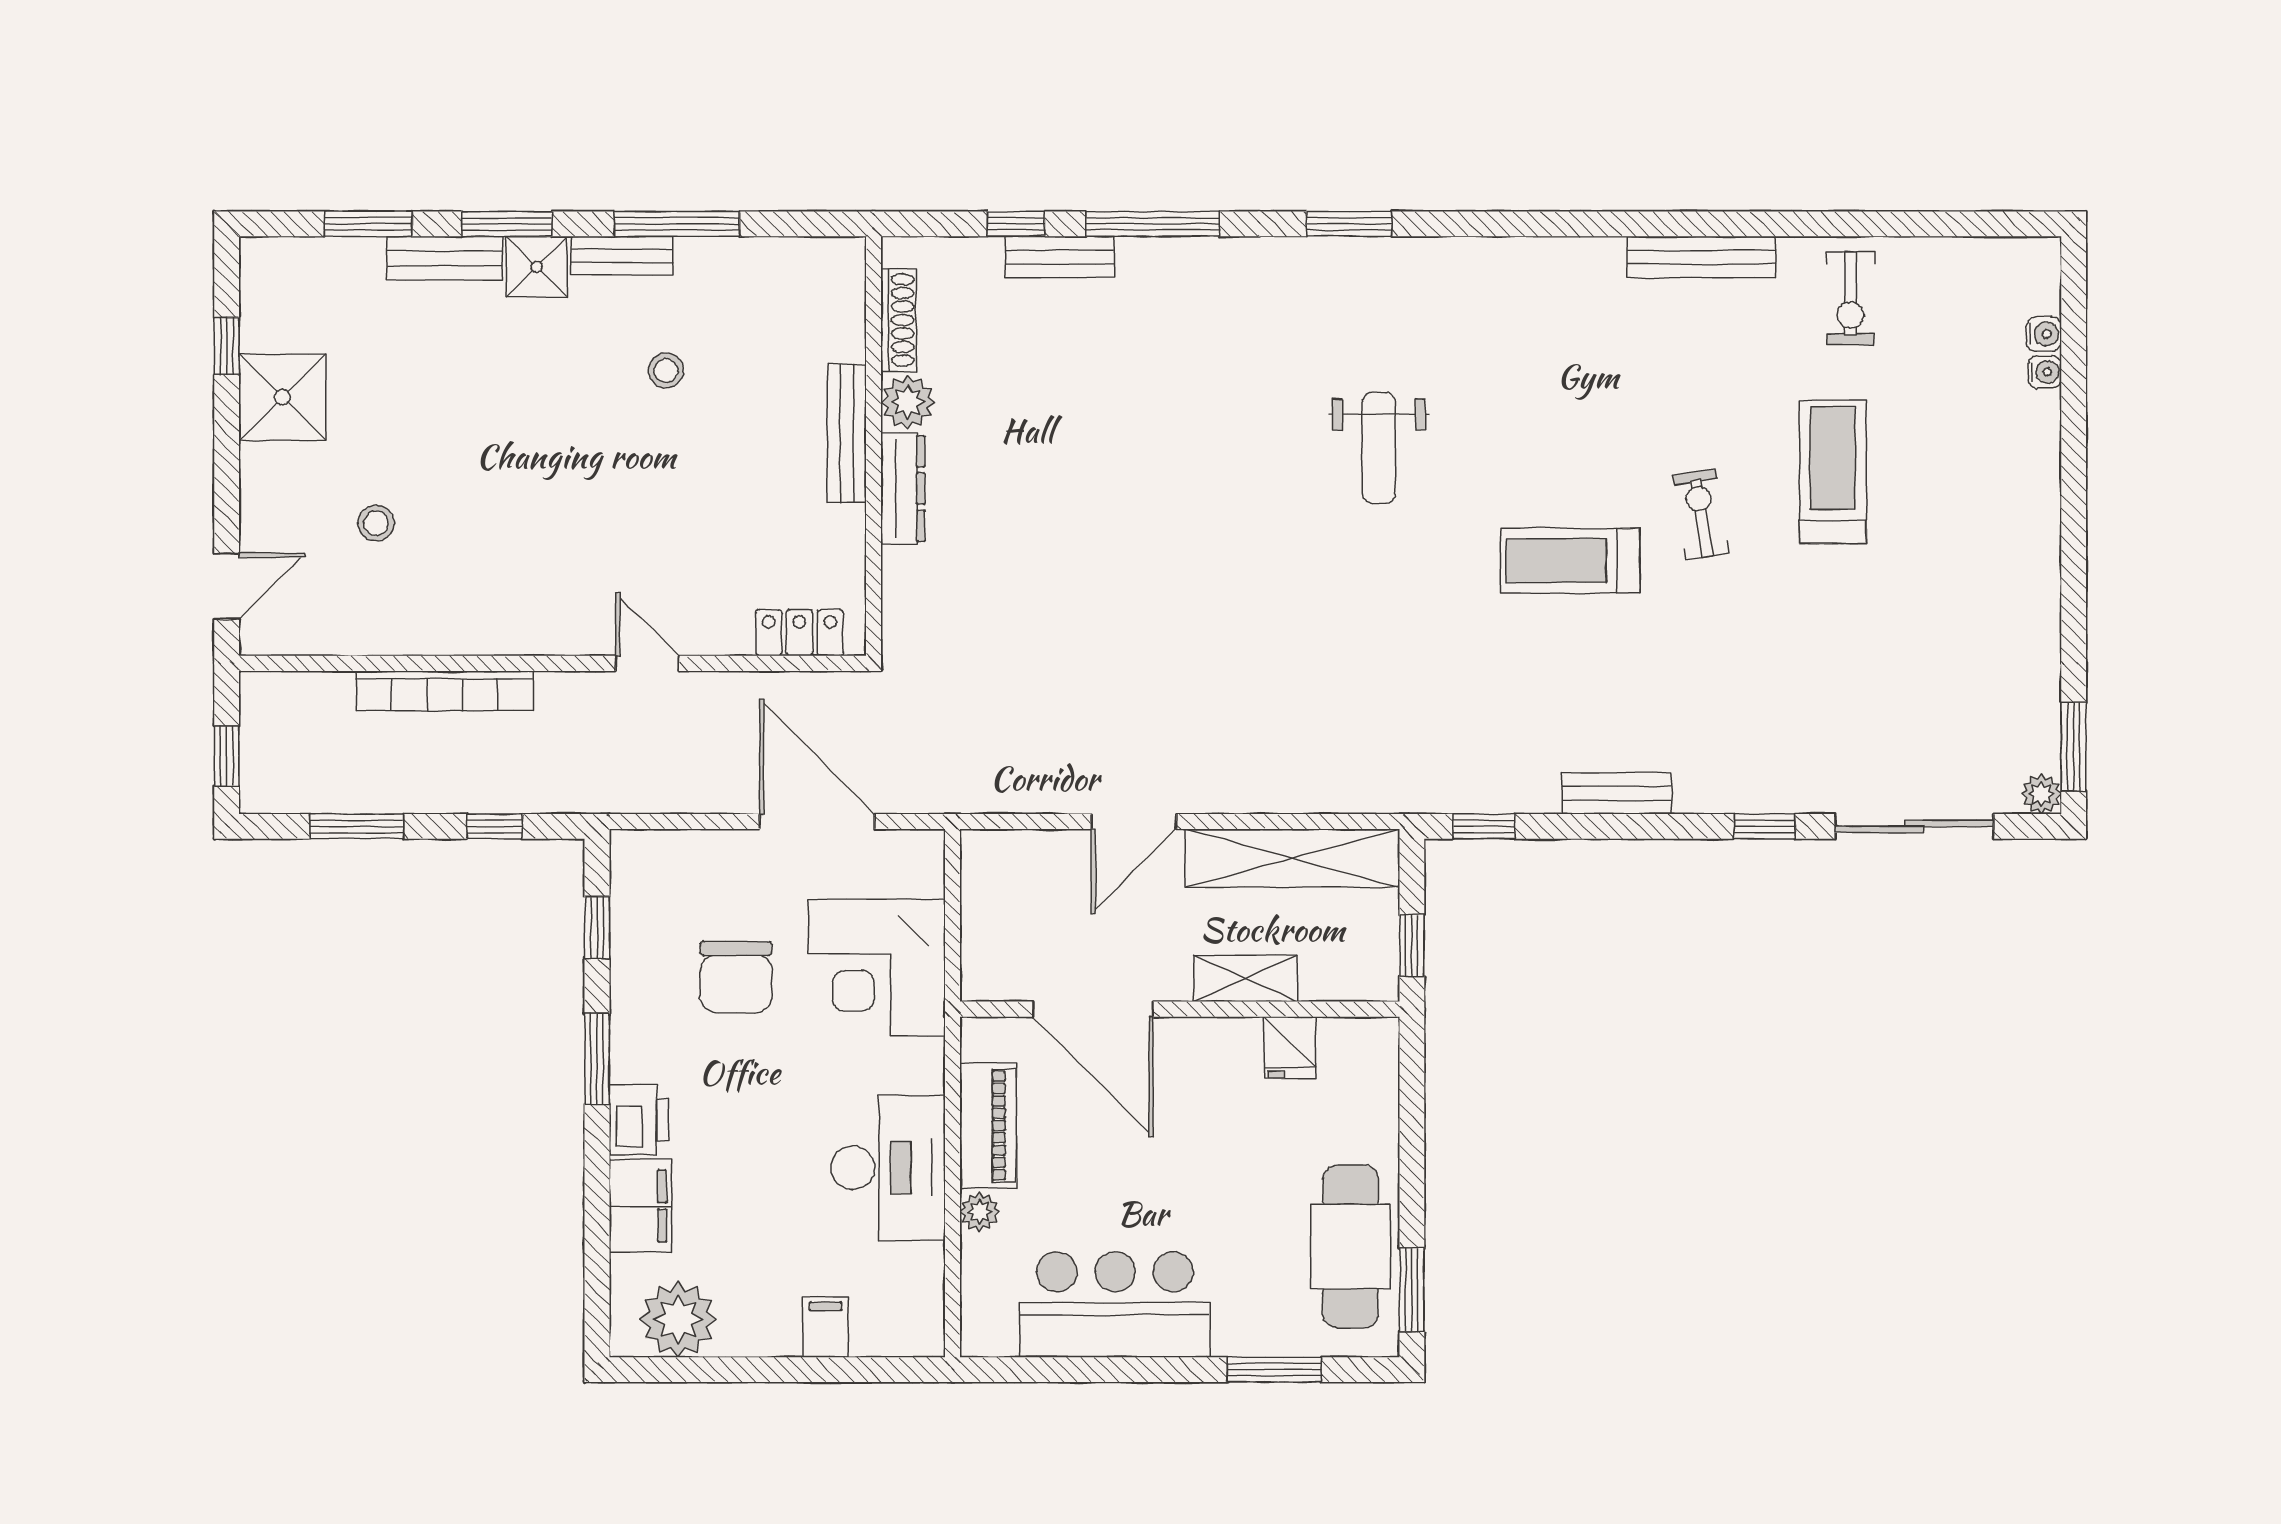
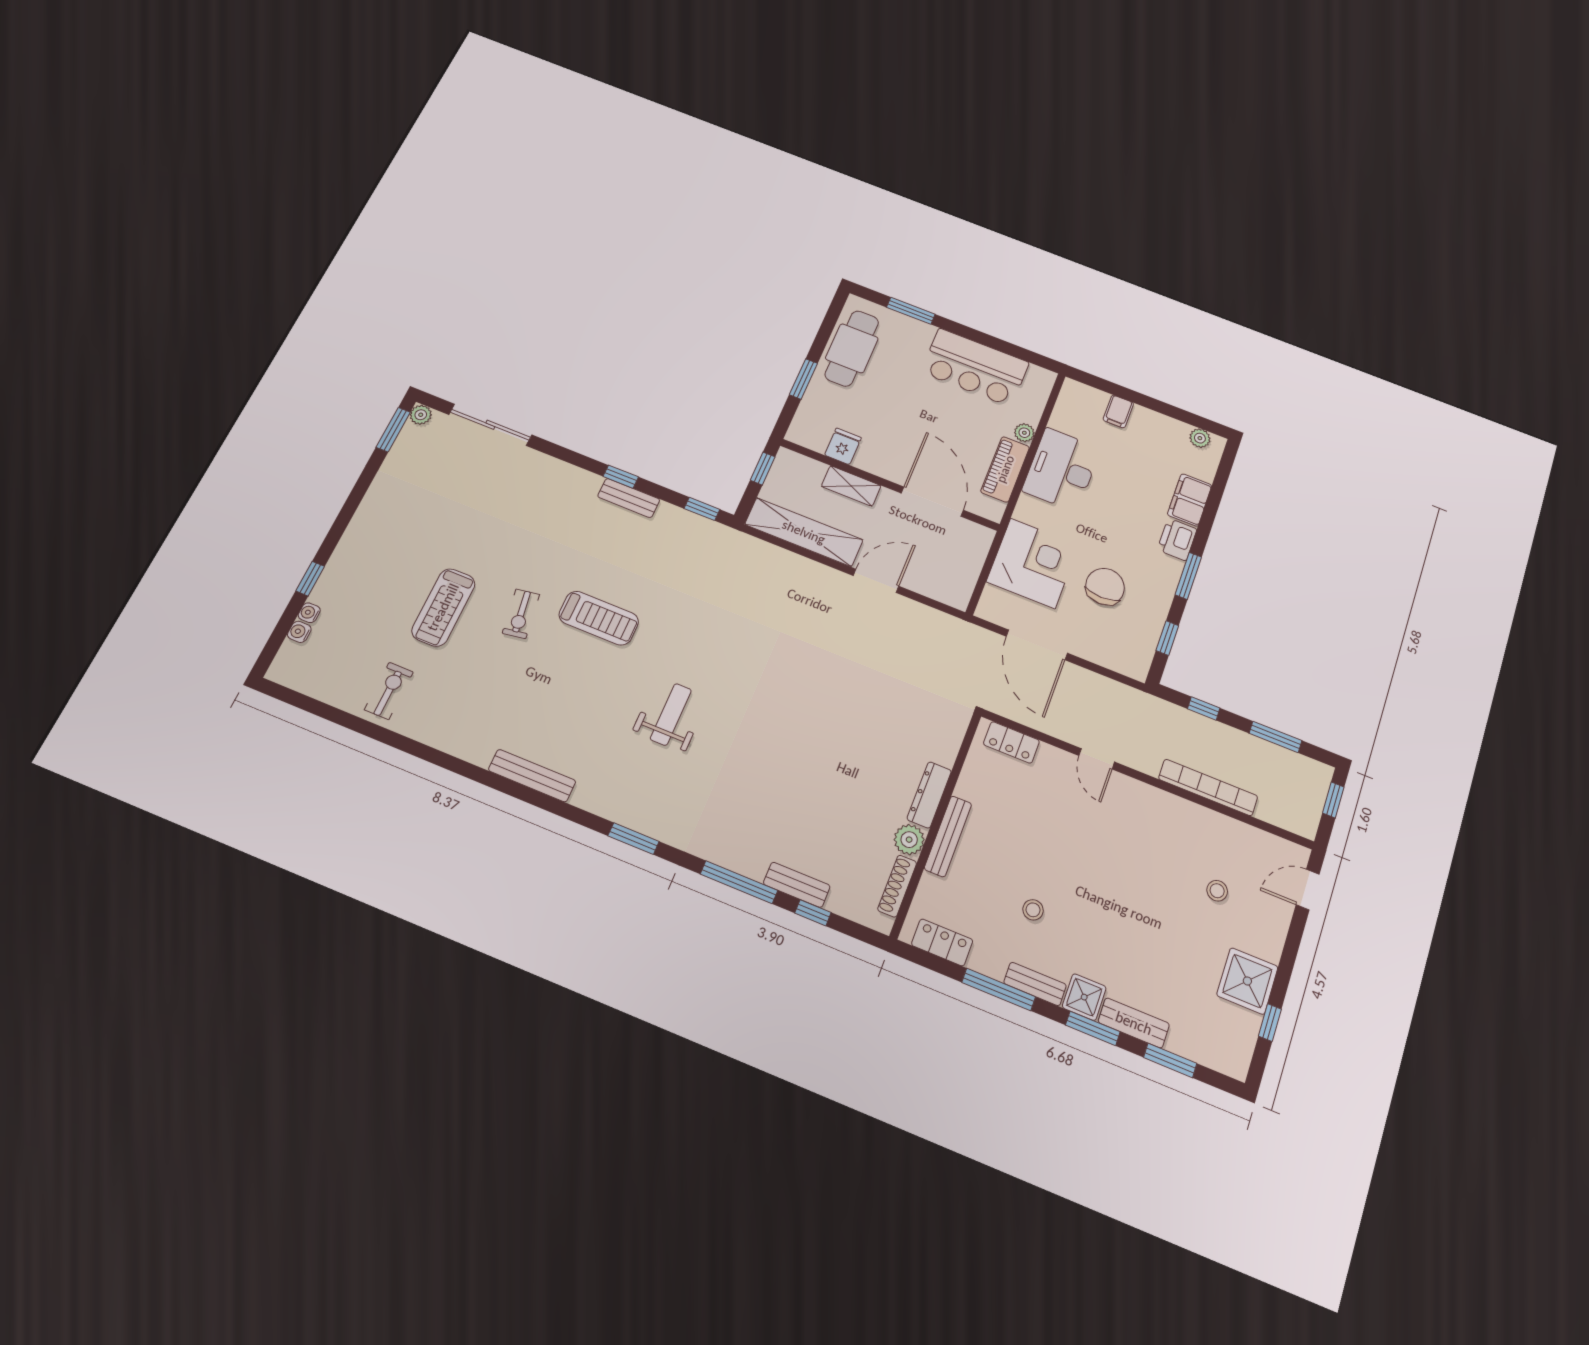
bench: (1701, 257) -> (532, 776), moved
locker: (793, 261) -> (942, 942), added
window: (2074, 429) -> (310, 579), added
window: (1765, 826) -> (621, 477), moved
window: (1412, 1290) -> (803, 379), moved
plant: (678, 1319) -> (1200, 438), width x0.53, depth x0.53

